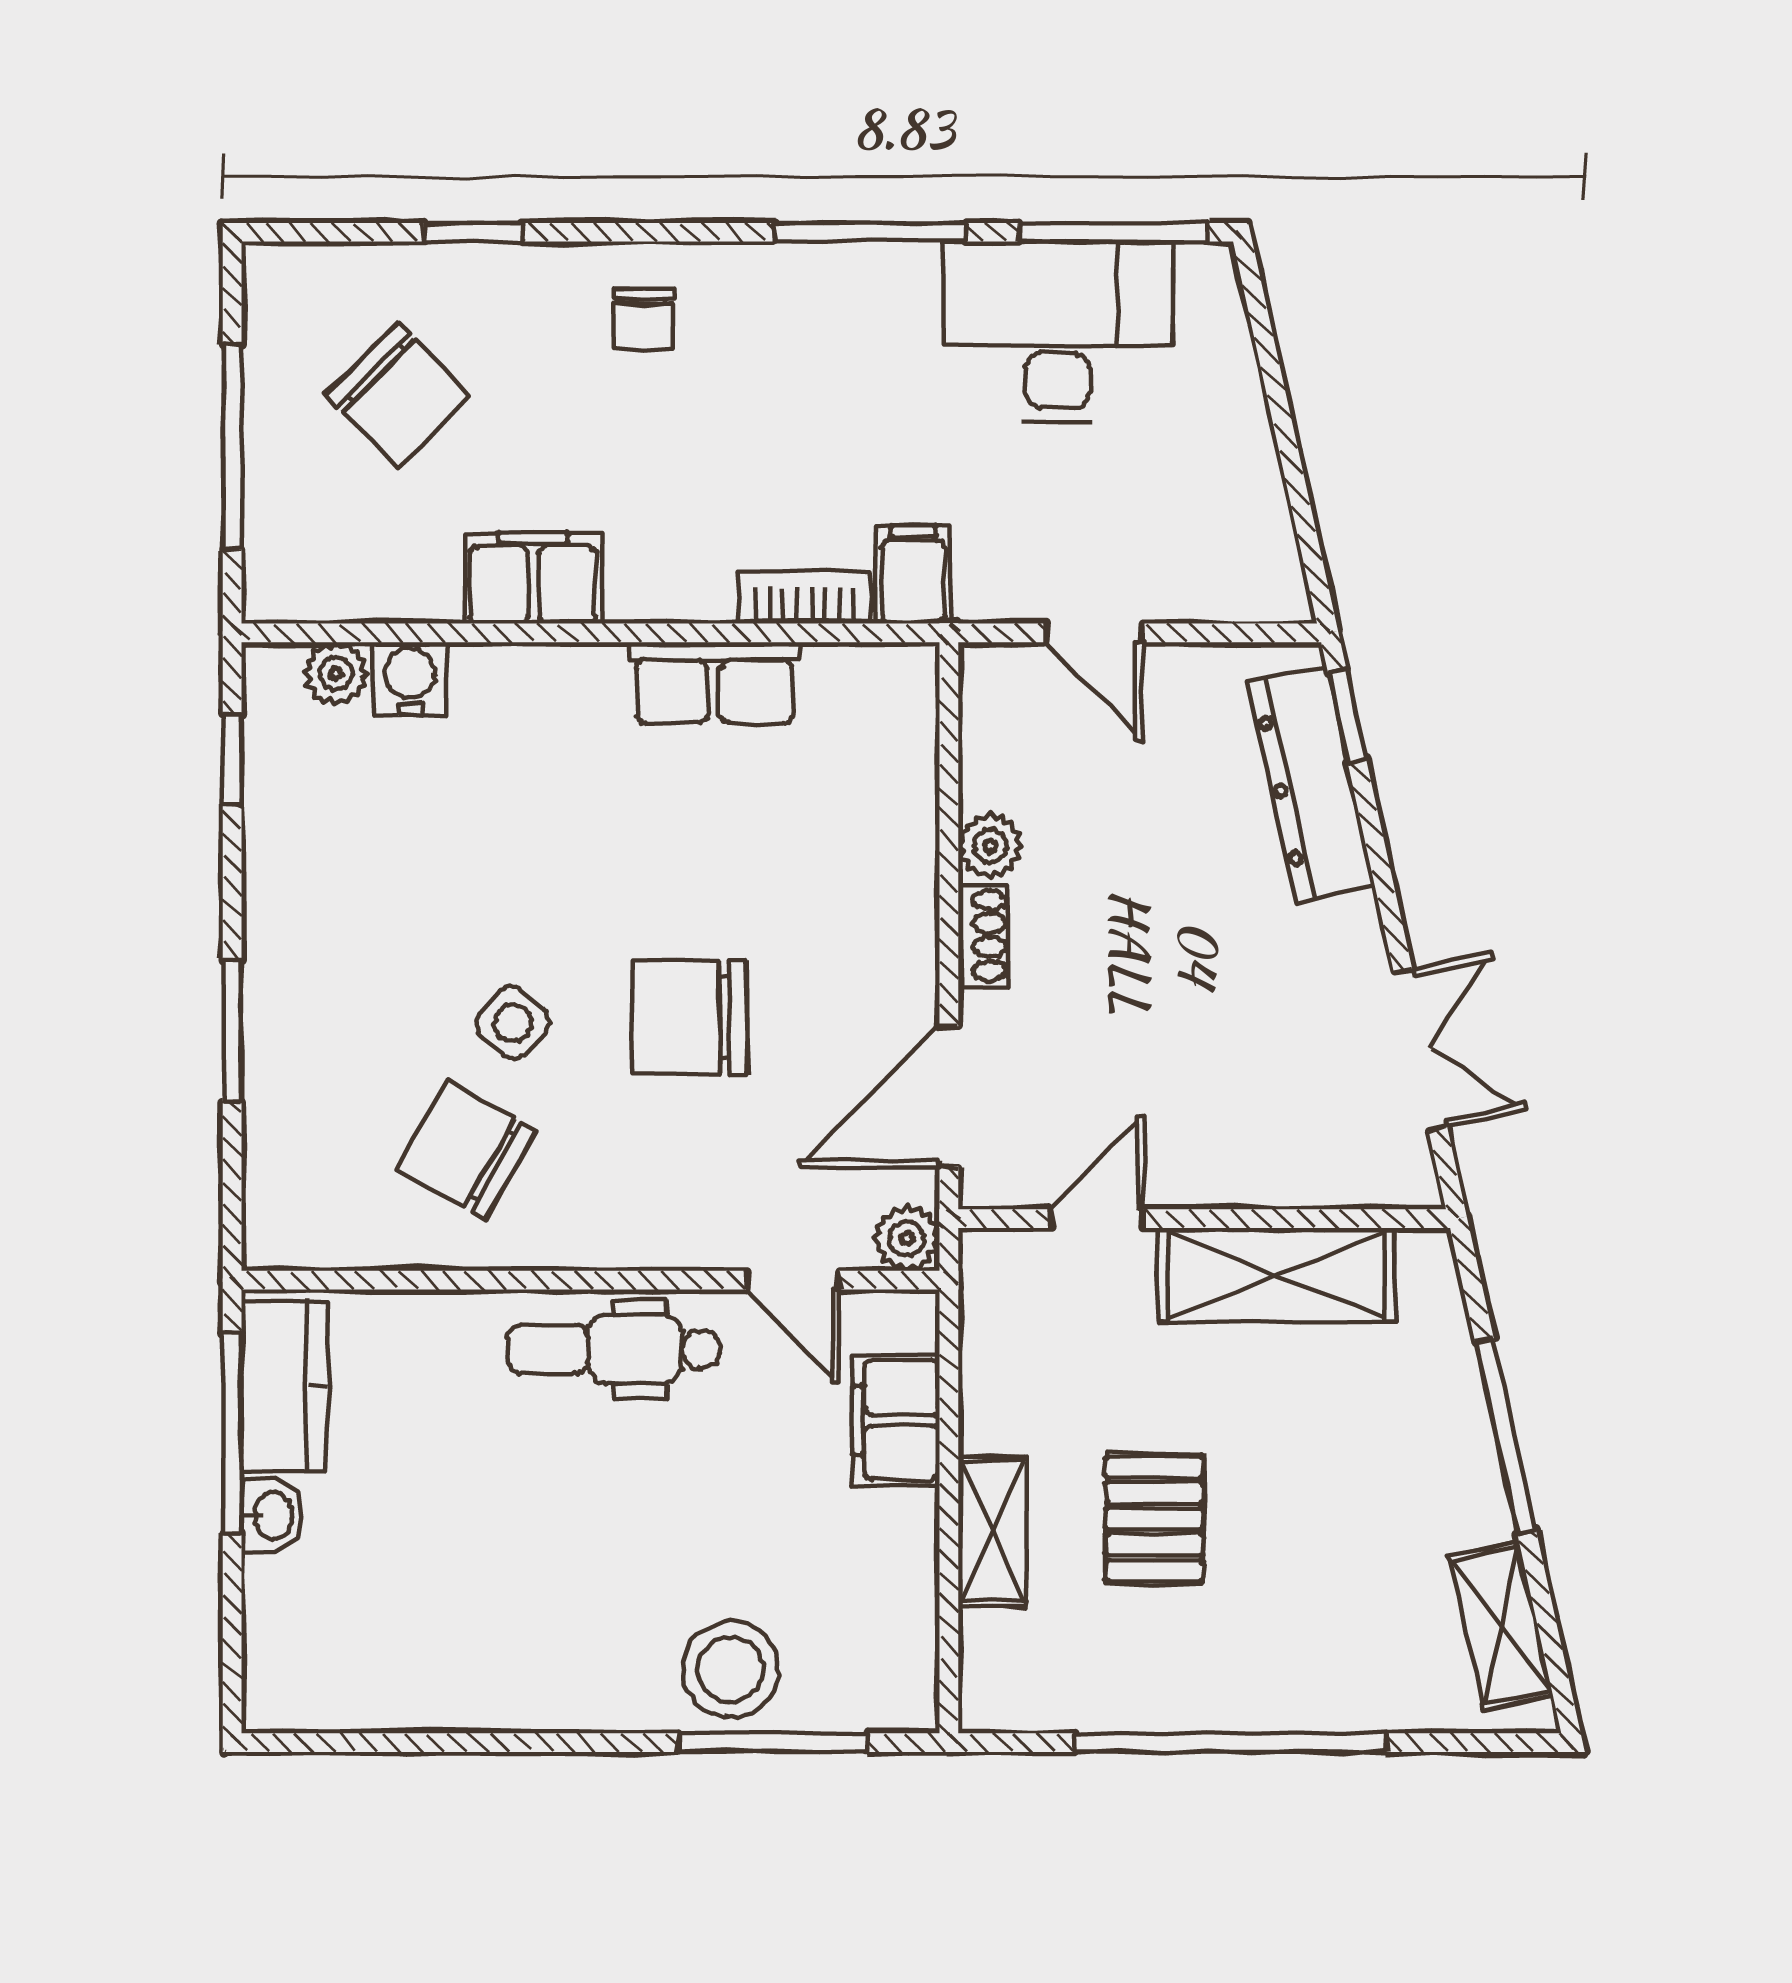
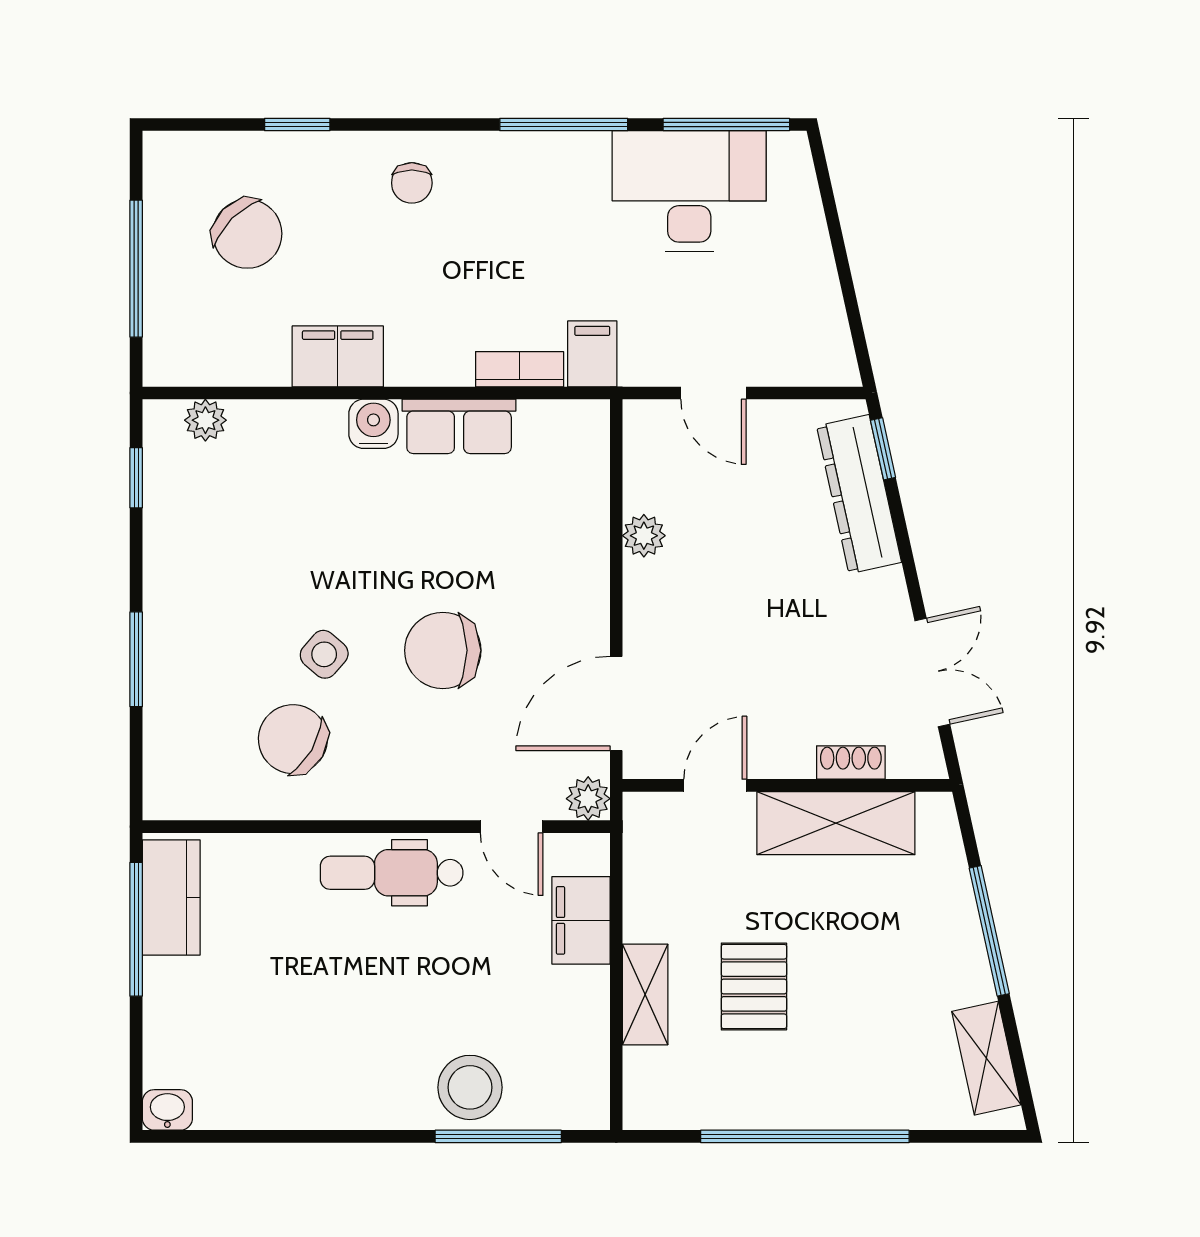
water cooler: (410, 679) -> (373, 424), moved
shoe rack: (983, 935) -> (851, 762), moved, turned -90
washbasin: (272, 1516) -> (167, 1110), moved, turned -90

